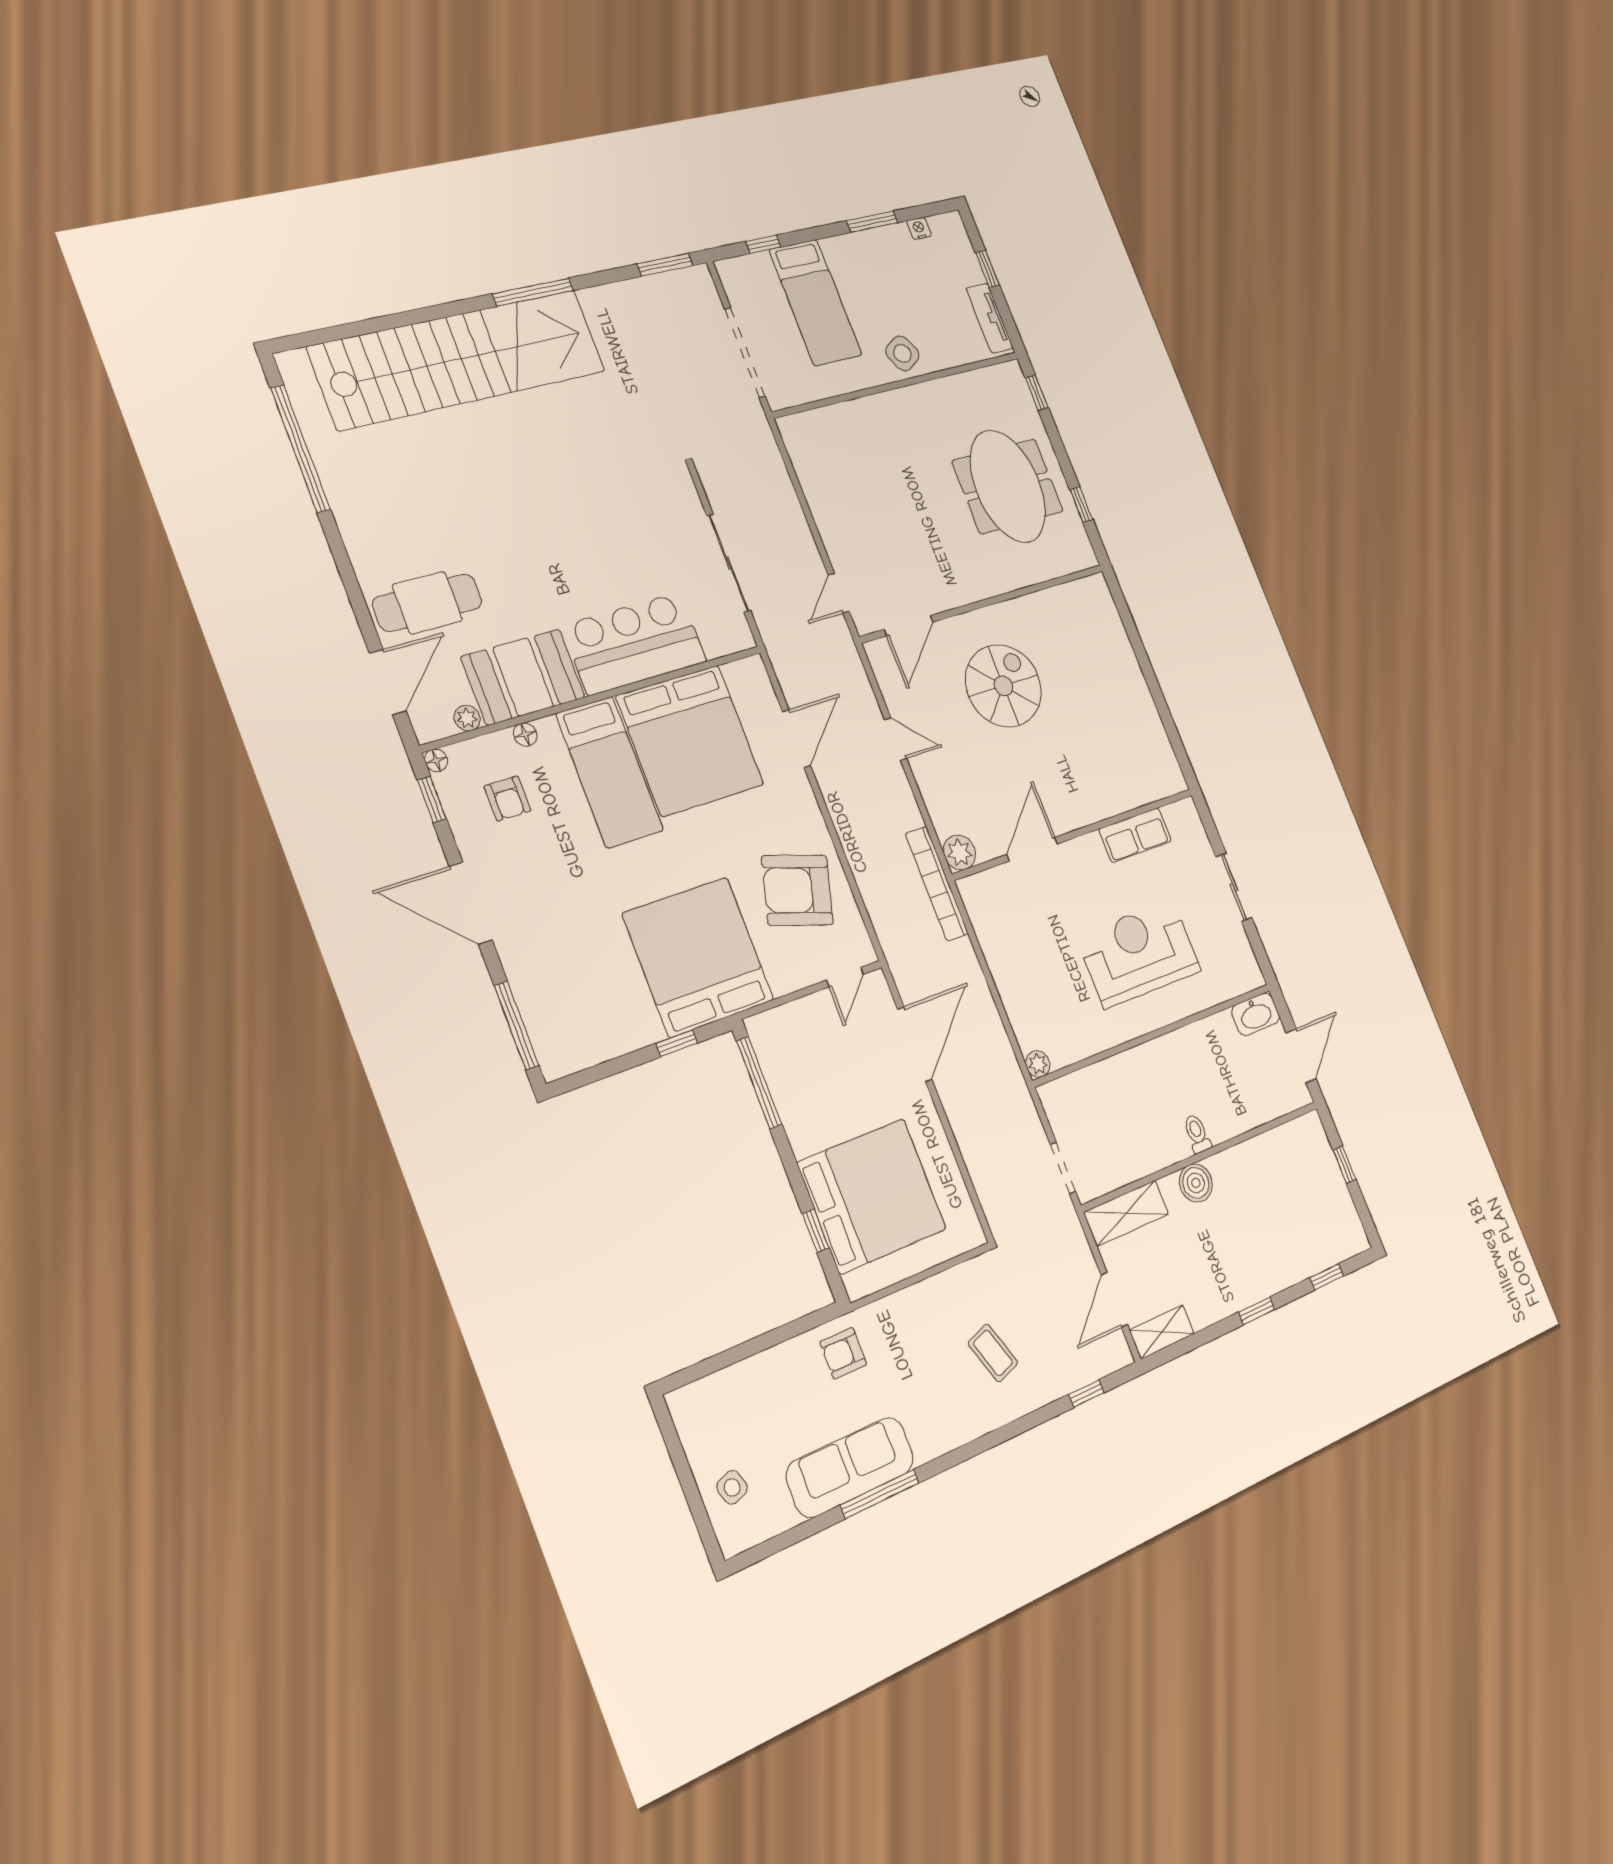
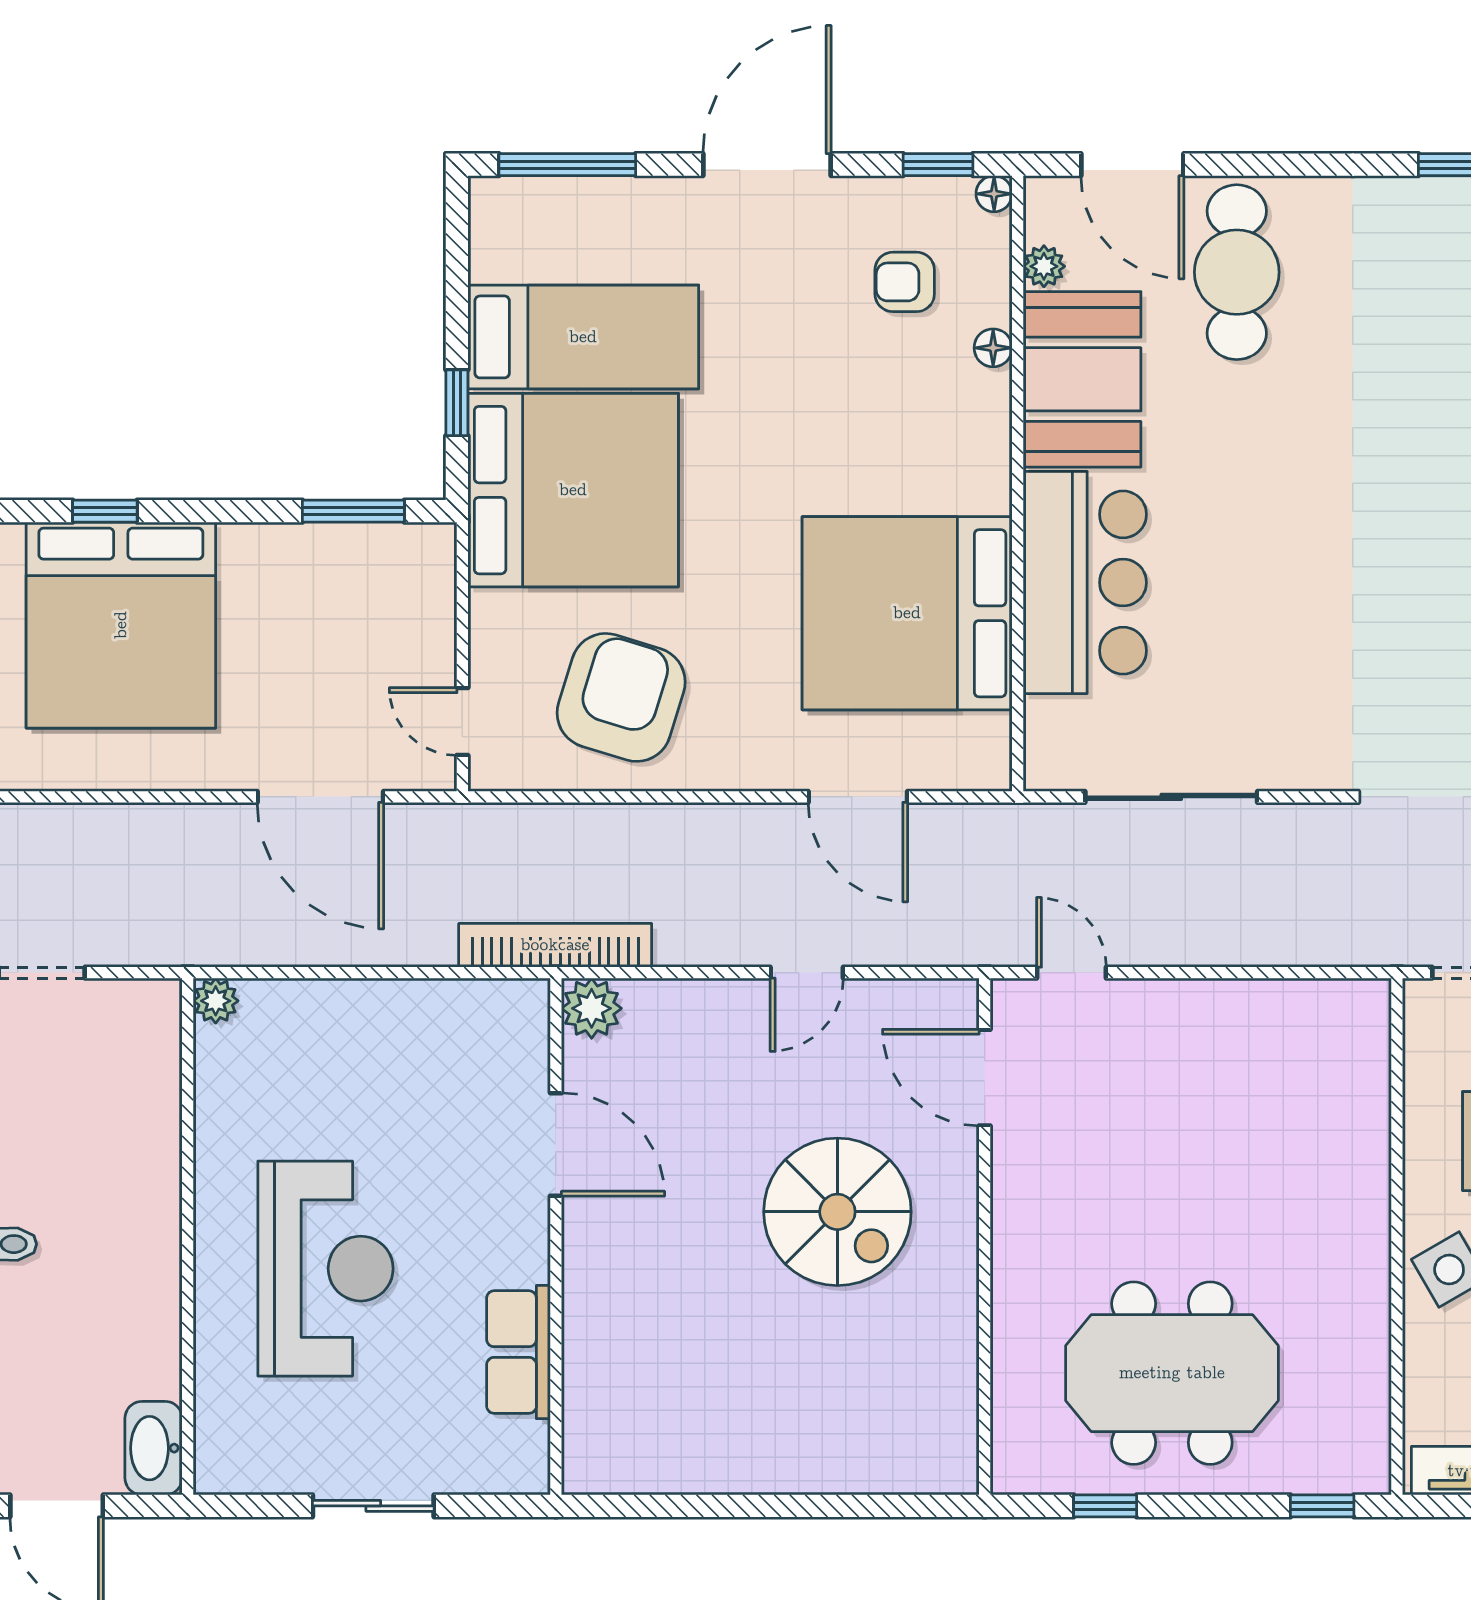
bed: (610, 772) -> (583, 337), moved, turned 180
window: (759, 1083) -> (353, 511), width x0.69

